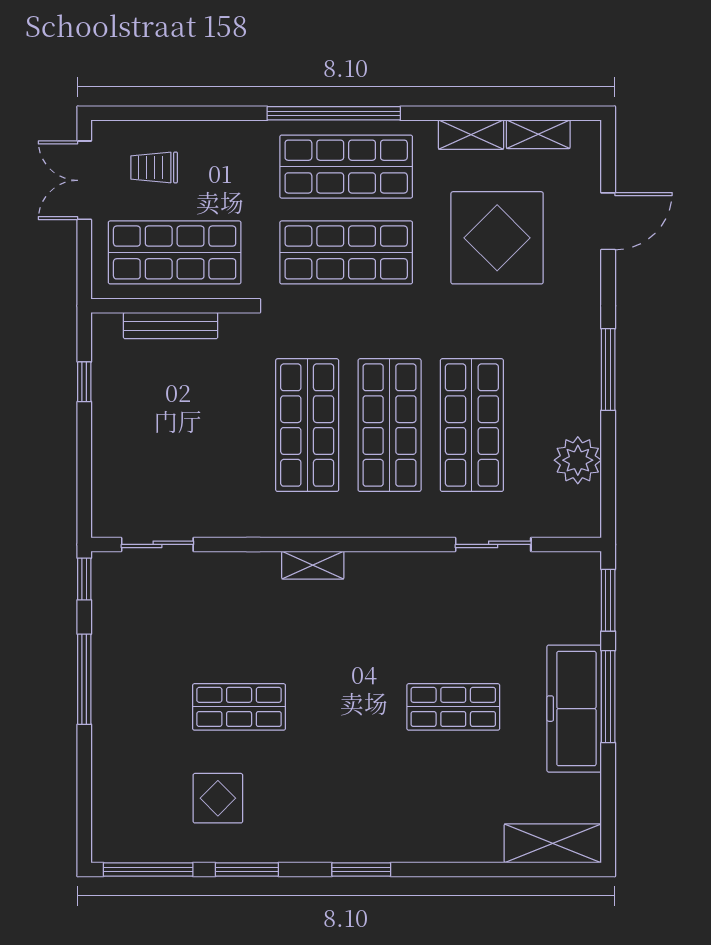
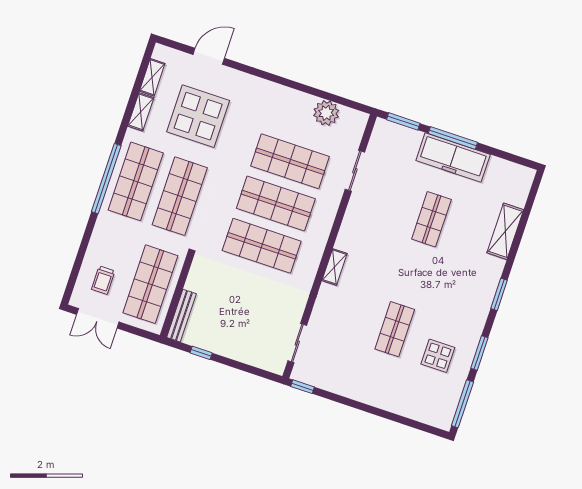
door: (608, 221) -> (209, 56), hinge flipped
bench: (171, 326) -> (182, 316), moved
window: (608, 370) -> (285, 82), removed
window: (84, 679) -> (354, 404), removed
shelving: (553, 843) -> (505, 231), moved

